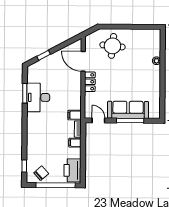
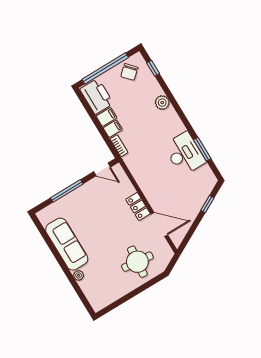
sofa: (128, 110) -> (67, 244), moved, turned -90
filing cabinet: (75, 115) -> (106, 117), moved
plant: (32, 140) -> (162, 103), added

